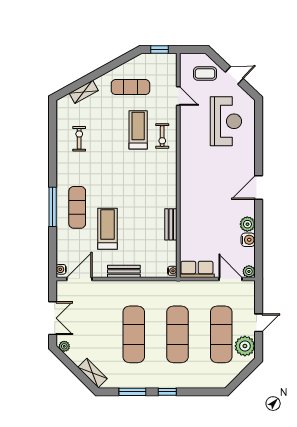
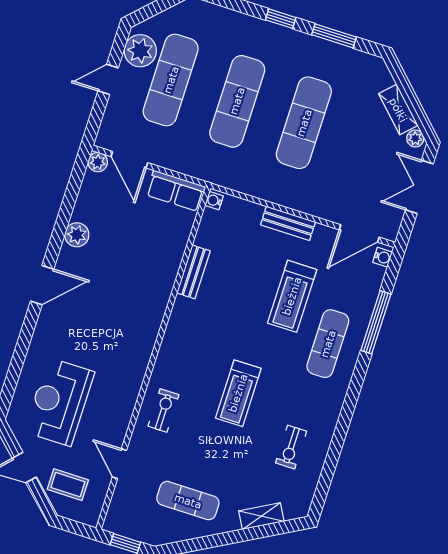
treadmill: (138, 130) -> (238, 393), moved
window: (53, 207) -> (376, 322), moved
water cooler: (248, 240) -> (83, 211), removed
shelving: (93, 373) -> (398, 110), moved

